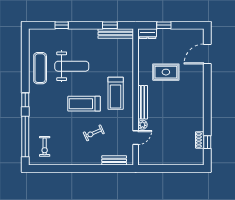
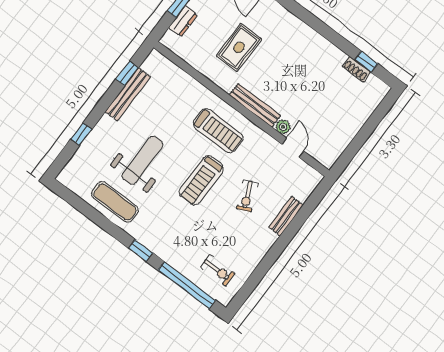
bench: (116, 34) -> (128, 94), moved
dresser: (148, 34) -> (183, 21), moved
bench: (114, 160) -> (286, 216), moved

